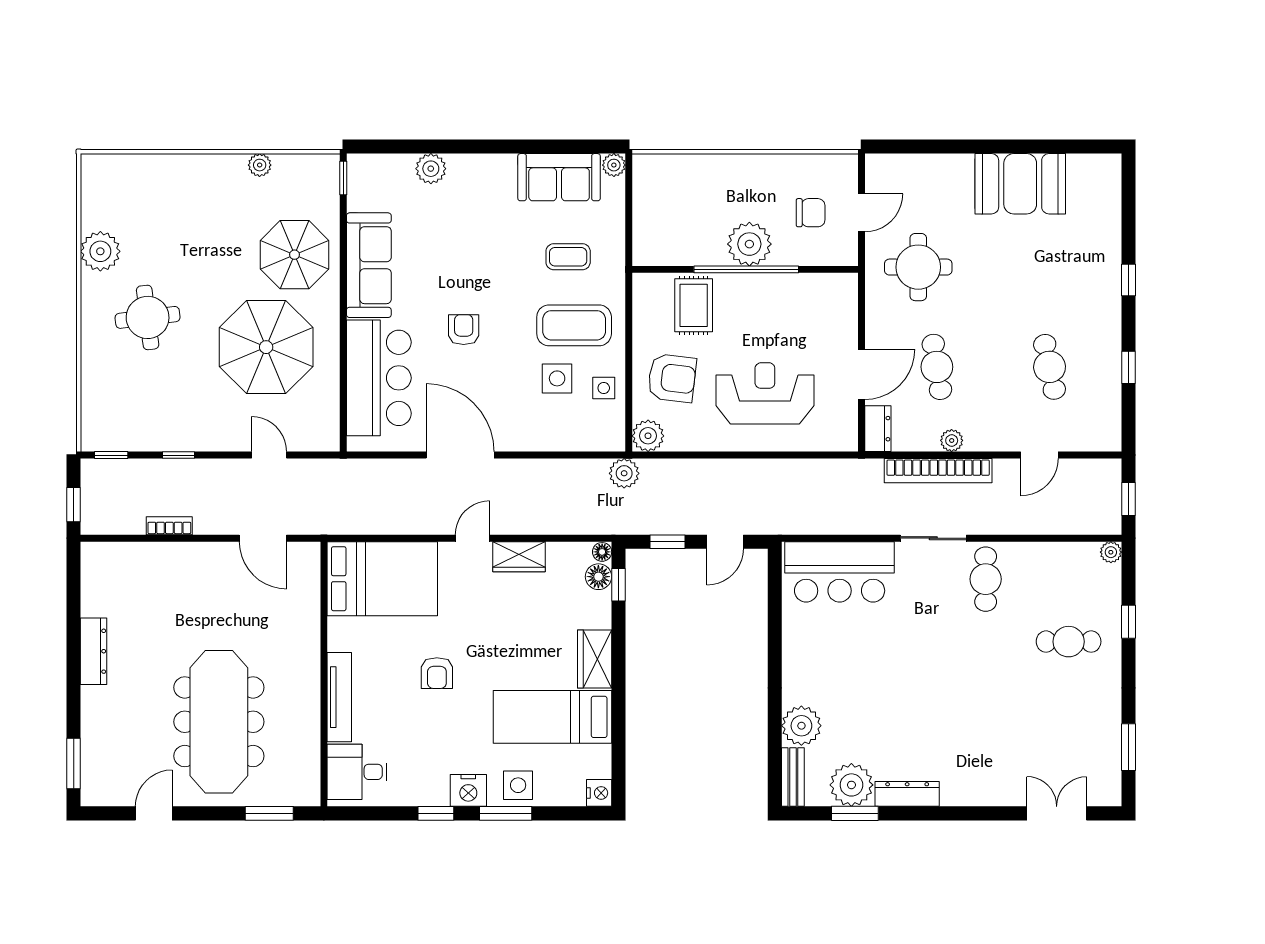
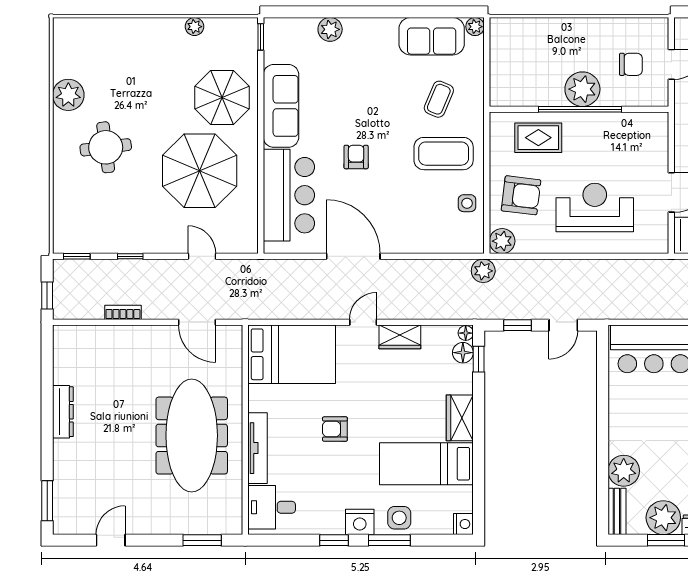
coffee table: (568, 257) -> (439, 99), turned -67
rug: (694, 305) -> (538, 138), turned 90
side table: (557, 378) -> (430, 196), removed
armchair: (437, 673) -> (335, 429), turned 90
meeting table: (219, 722) -> (192, 436), moved

